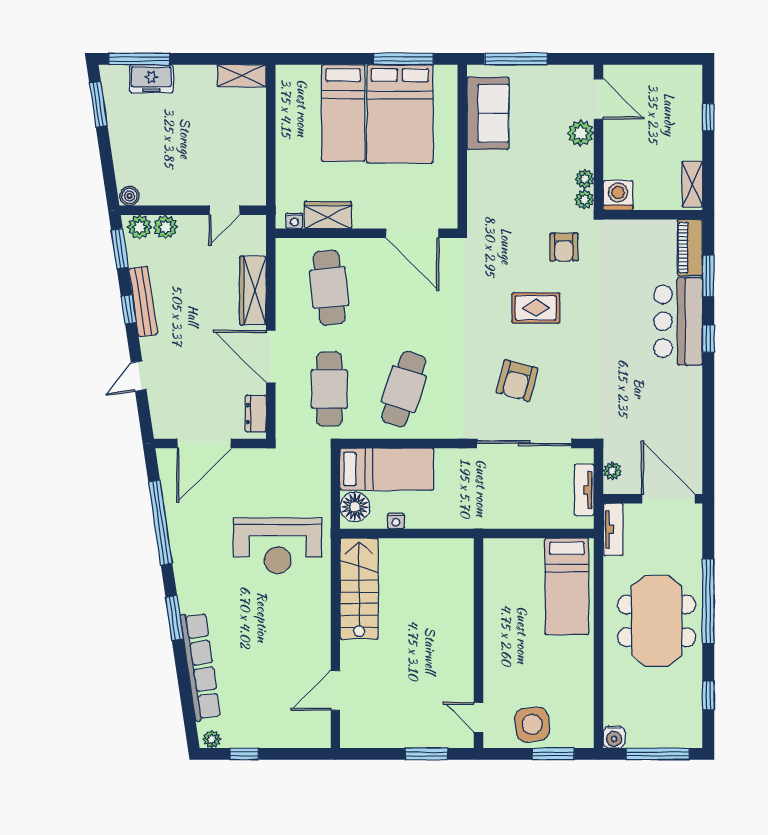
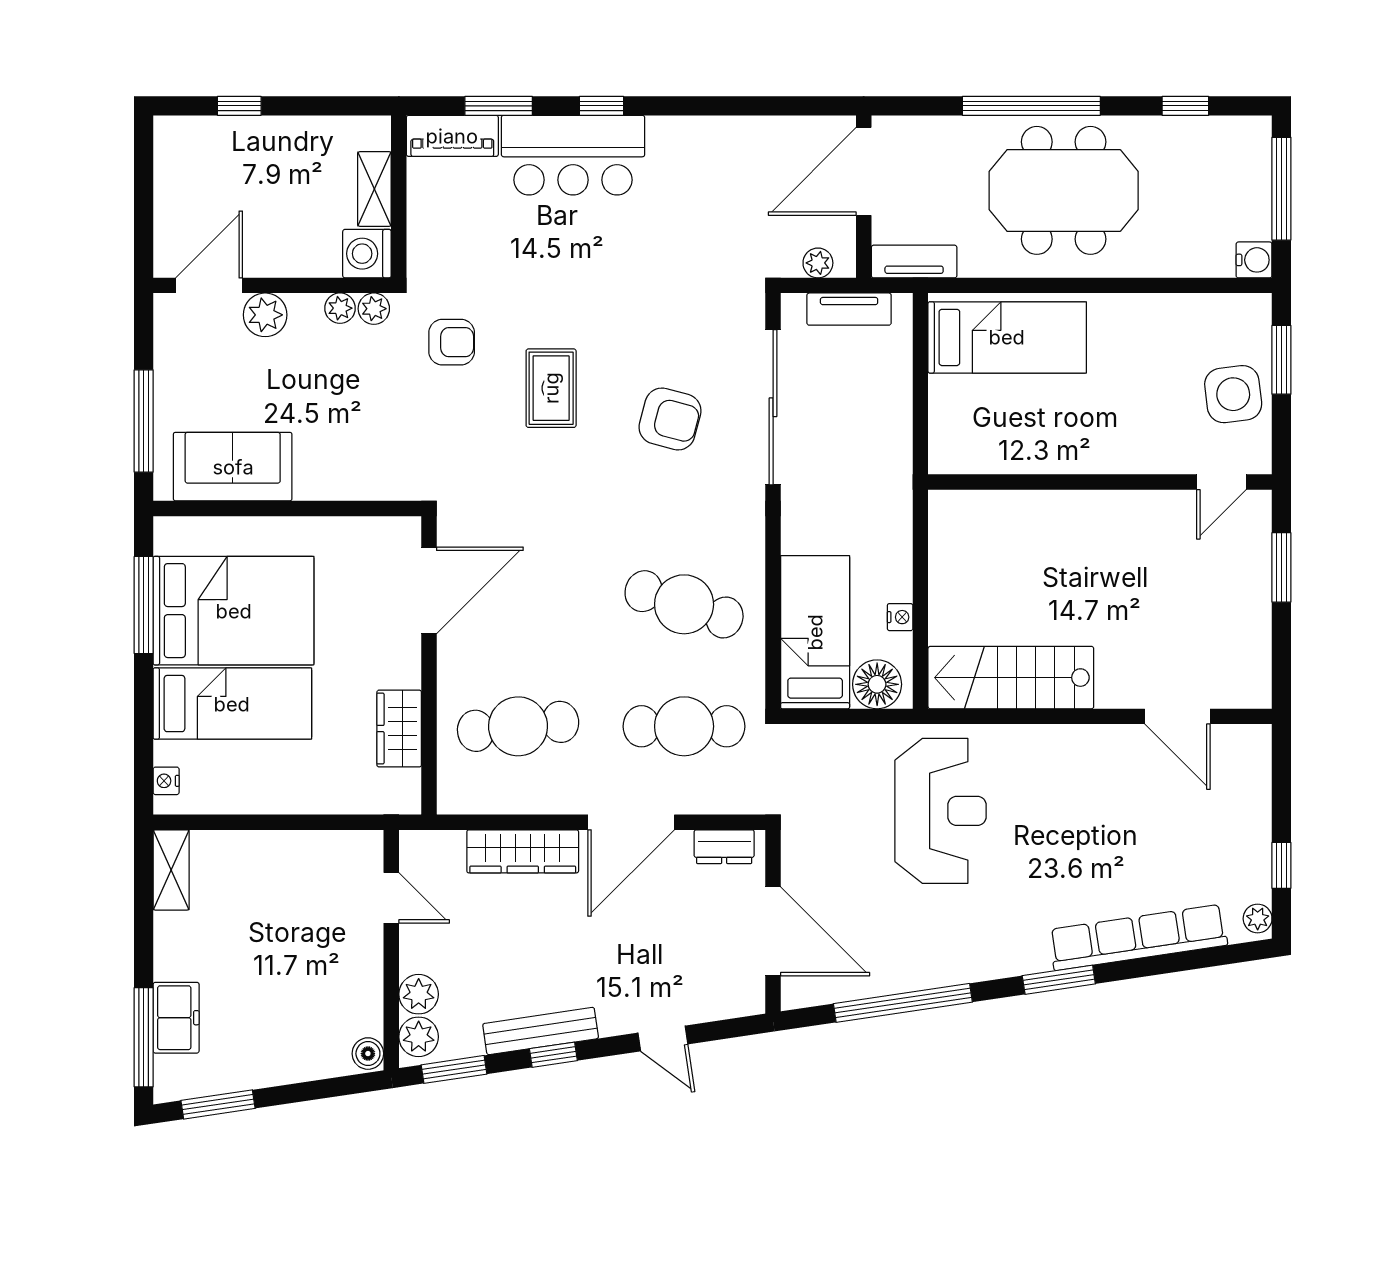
shelving: (692, 184) -> (374, 189), moved, turned 90
nightstand: (294, 221) -> (166, 781), moved, turned 180

